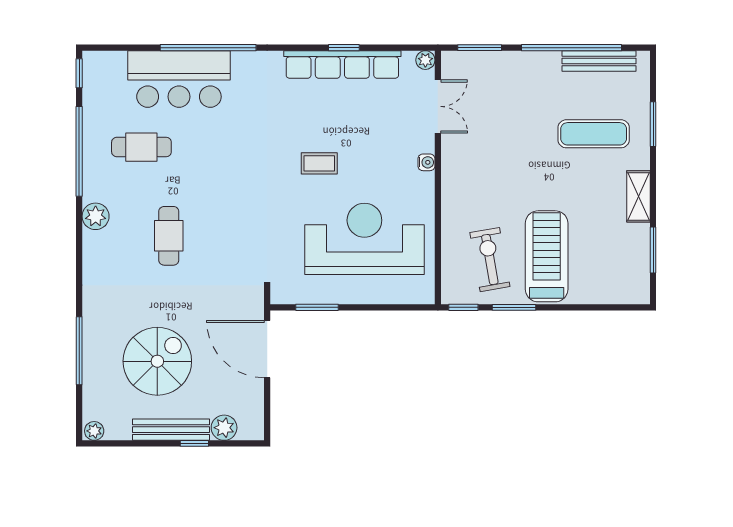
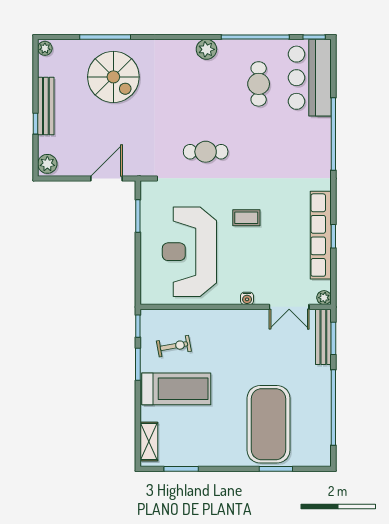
bench: (599, 61) -> (323, 337), moved
bar counter: (179, 79) -> (310, 78), moved
exercise mat: (594, 134) -> (269, 424), width x2.00, depth x1.45
coffee table: (319, 163) -> (246, 218), turned 90
shelving: (638, 196) -> (149, 441), moved, turned 90
cafe table: (169, 236) -> (206, 152), moved
reception desk: (364, 239) -> (189, 252), turned 180
exercise bike: (490, 260) -> (174, 346), width x0.73, depth x0.72
door: (267, 349) -> (107, 178), width x0.73
spiral stairs: (157, 361) -> (113, 77), moved
plant: (224, 428) -> (47, 164), moved

